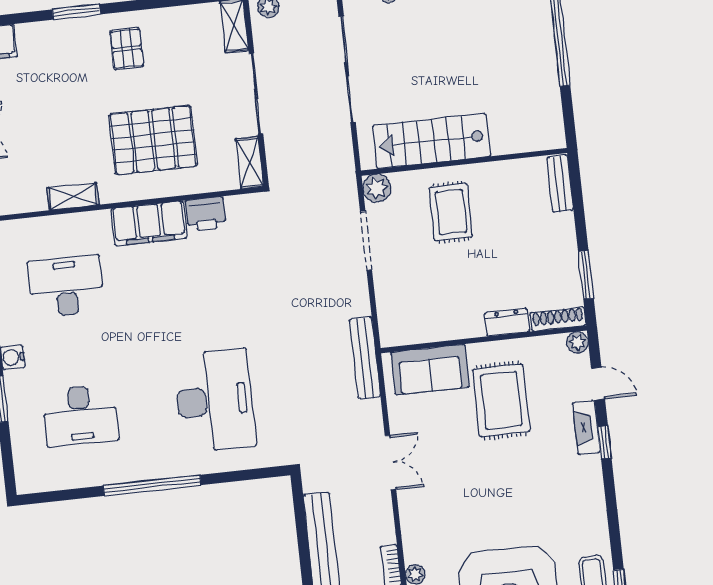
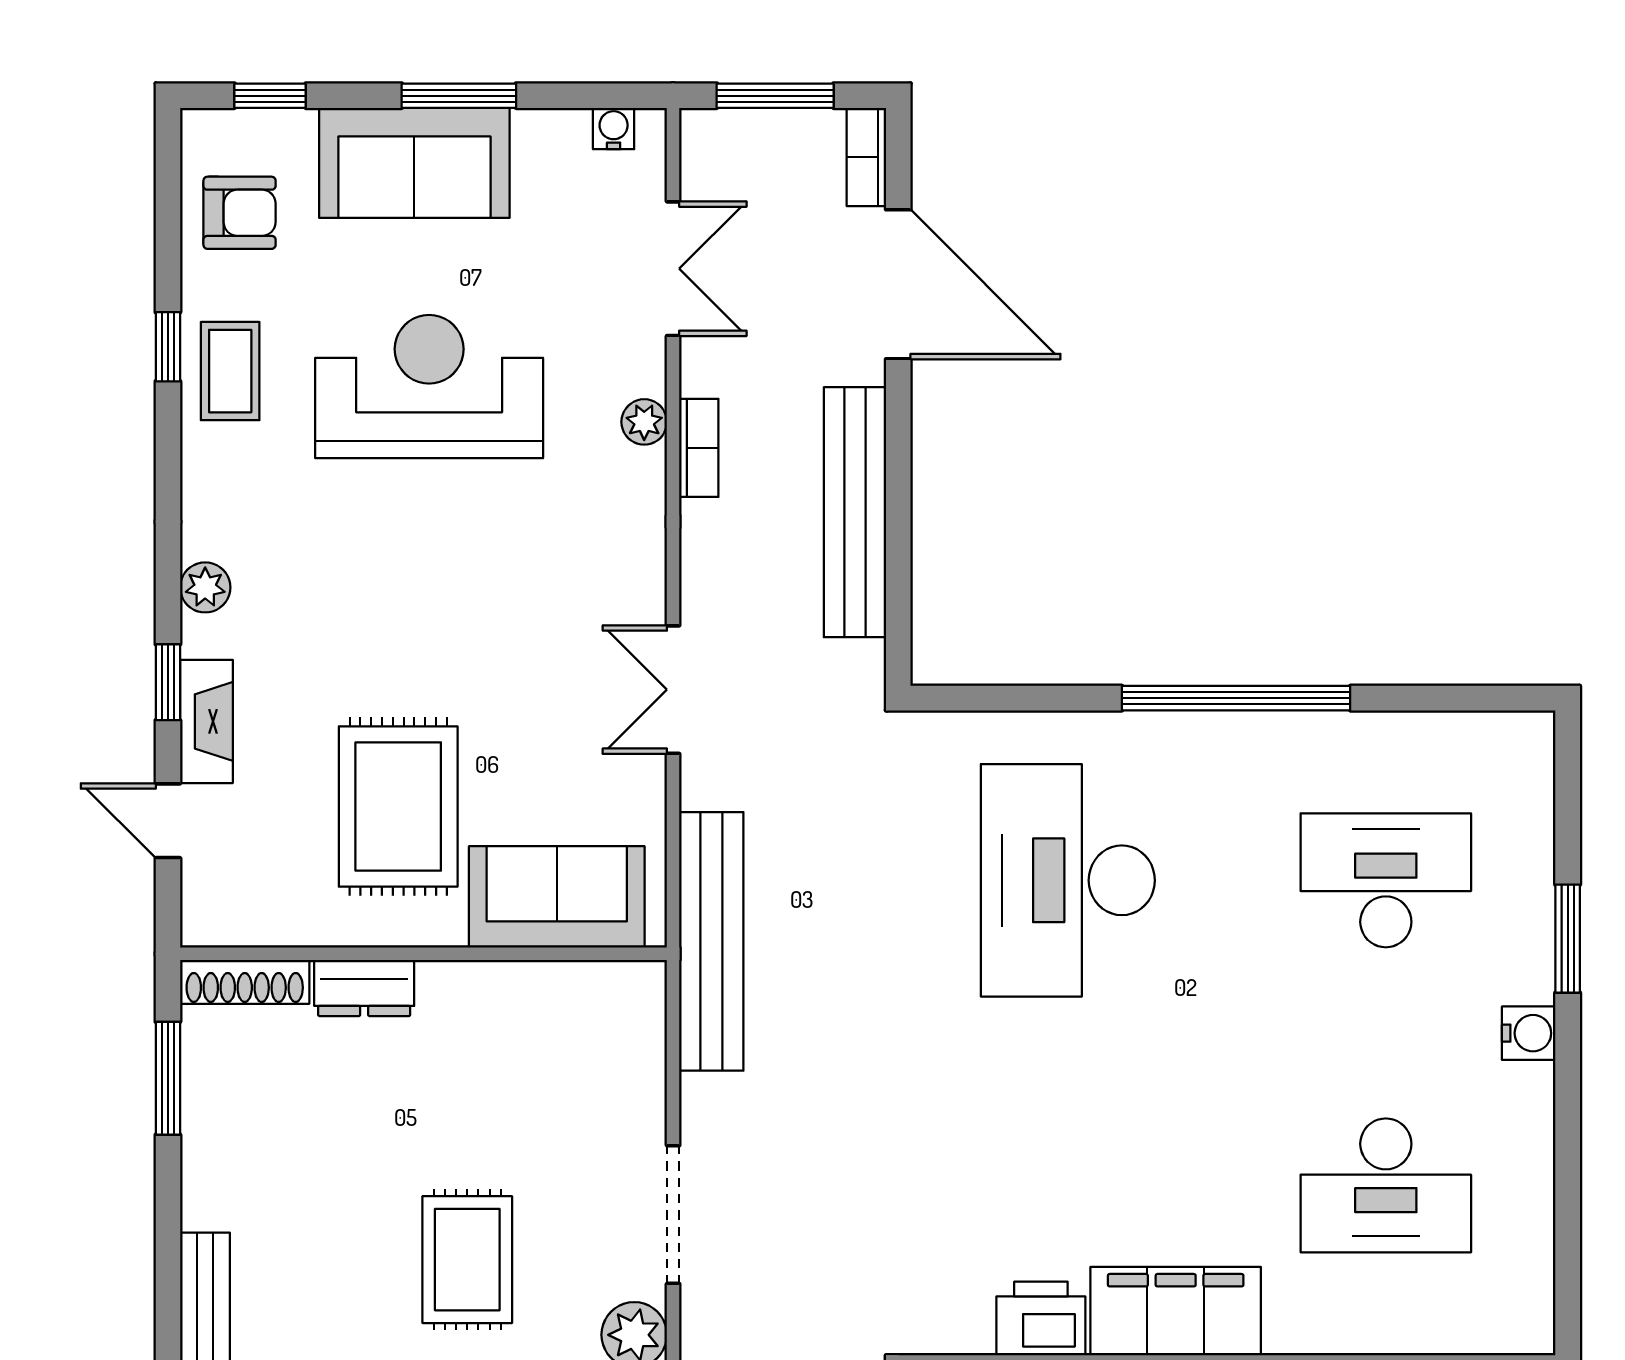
plant: (577, 342) -> (205, 587), moved
bench: (365, 358) -> (711, 941), width x1.37, depth x1.21

